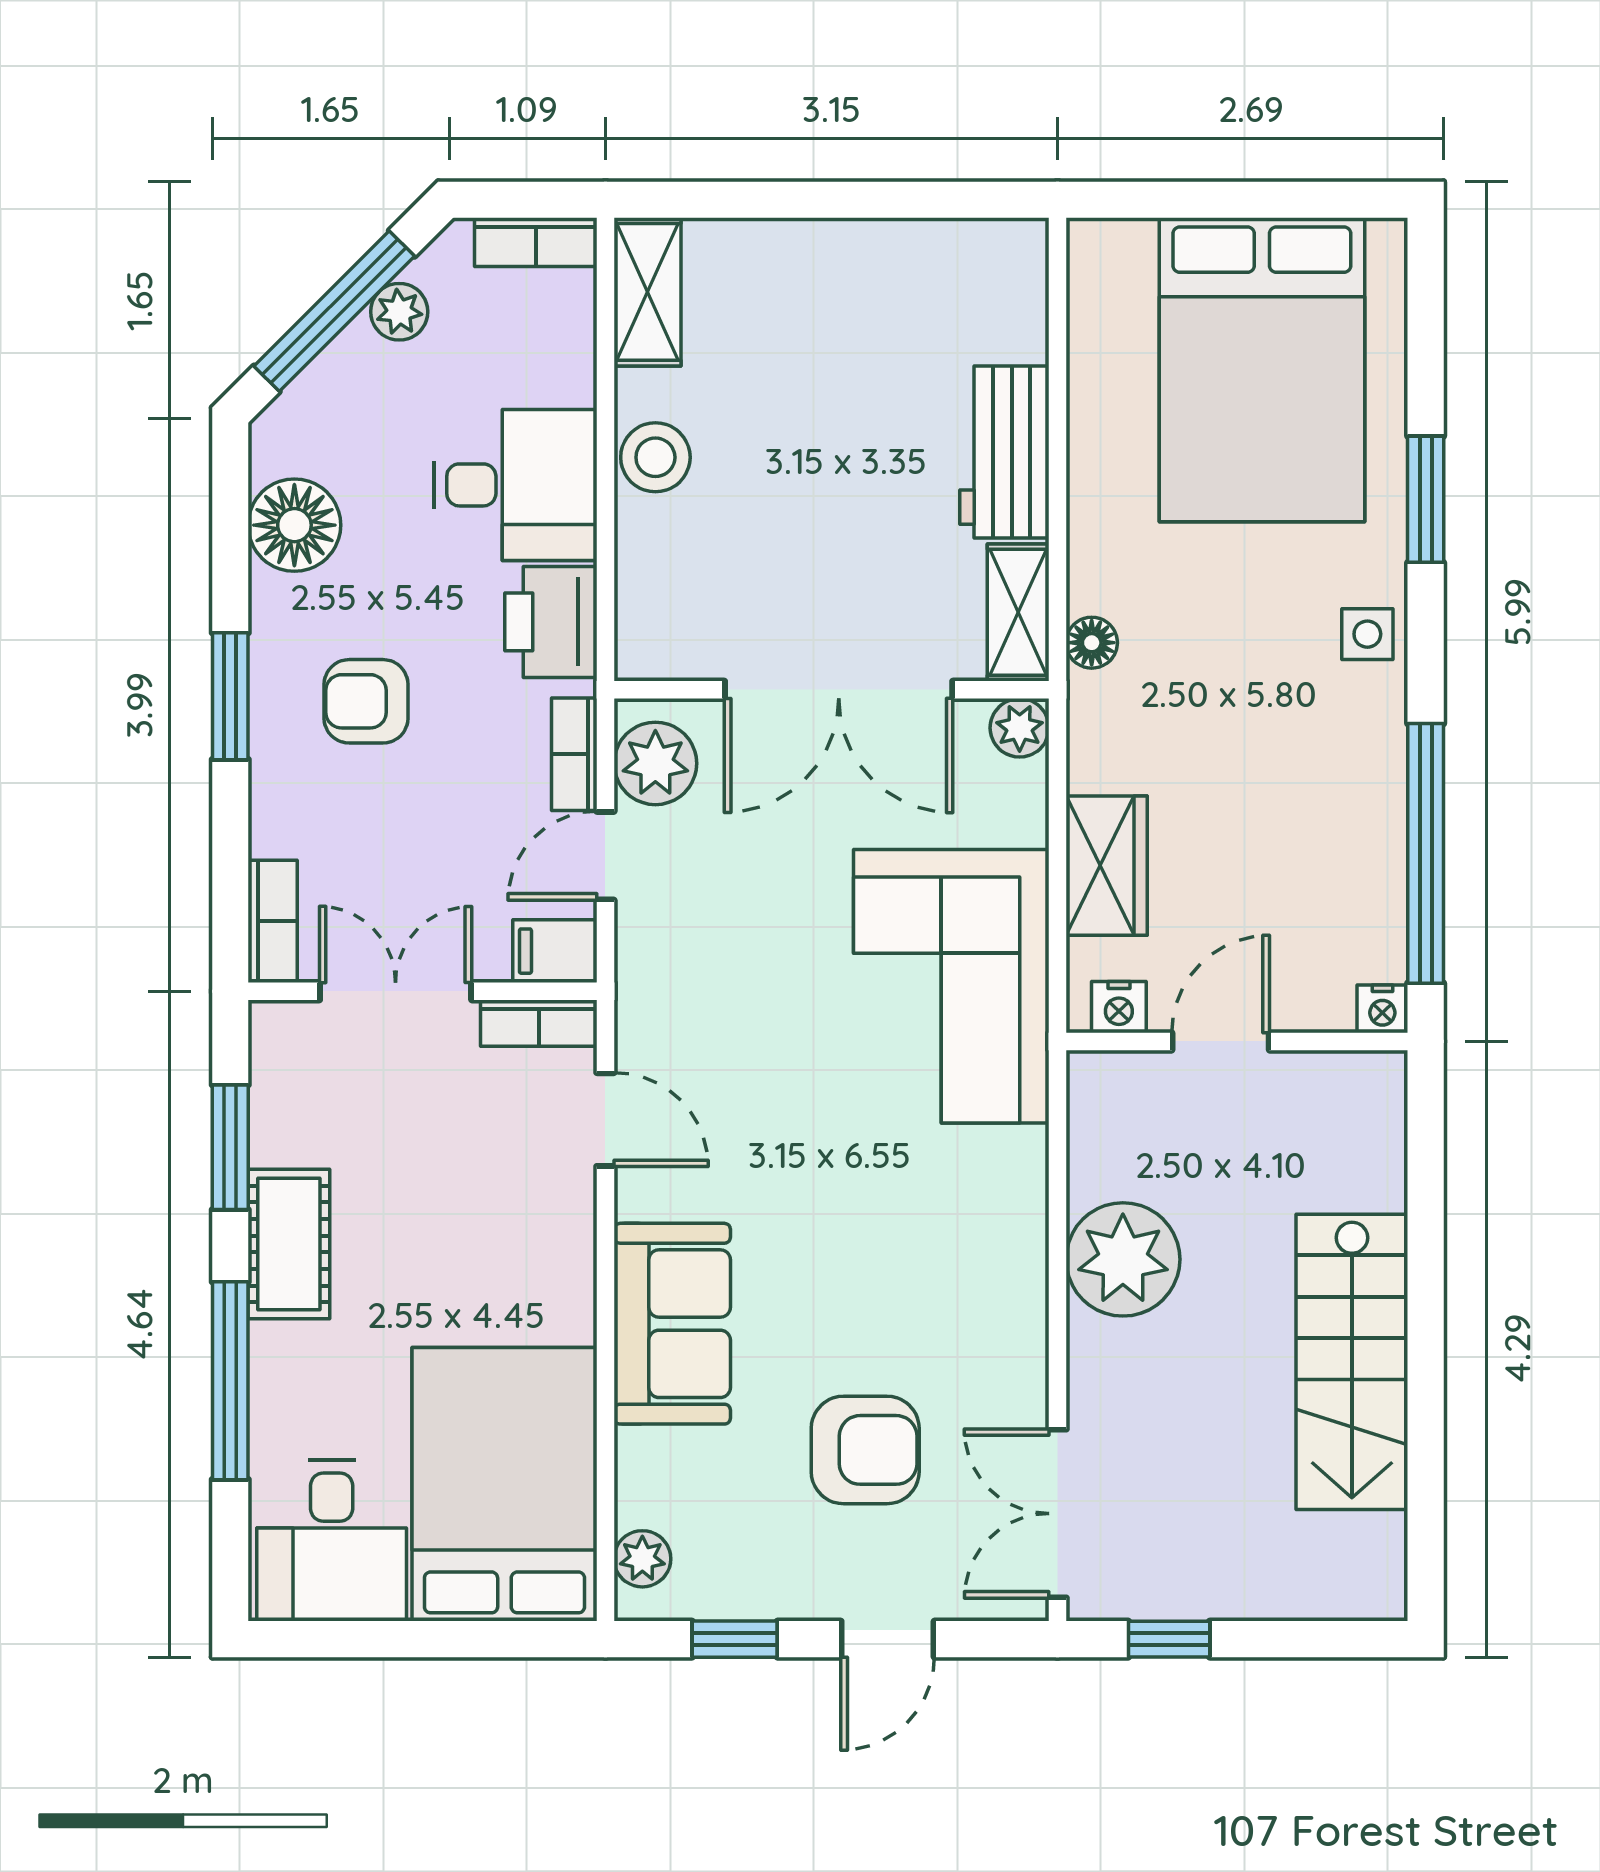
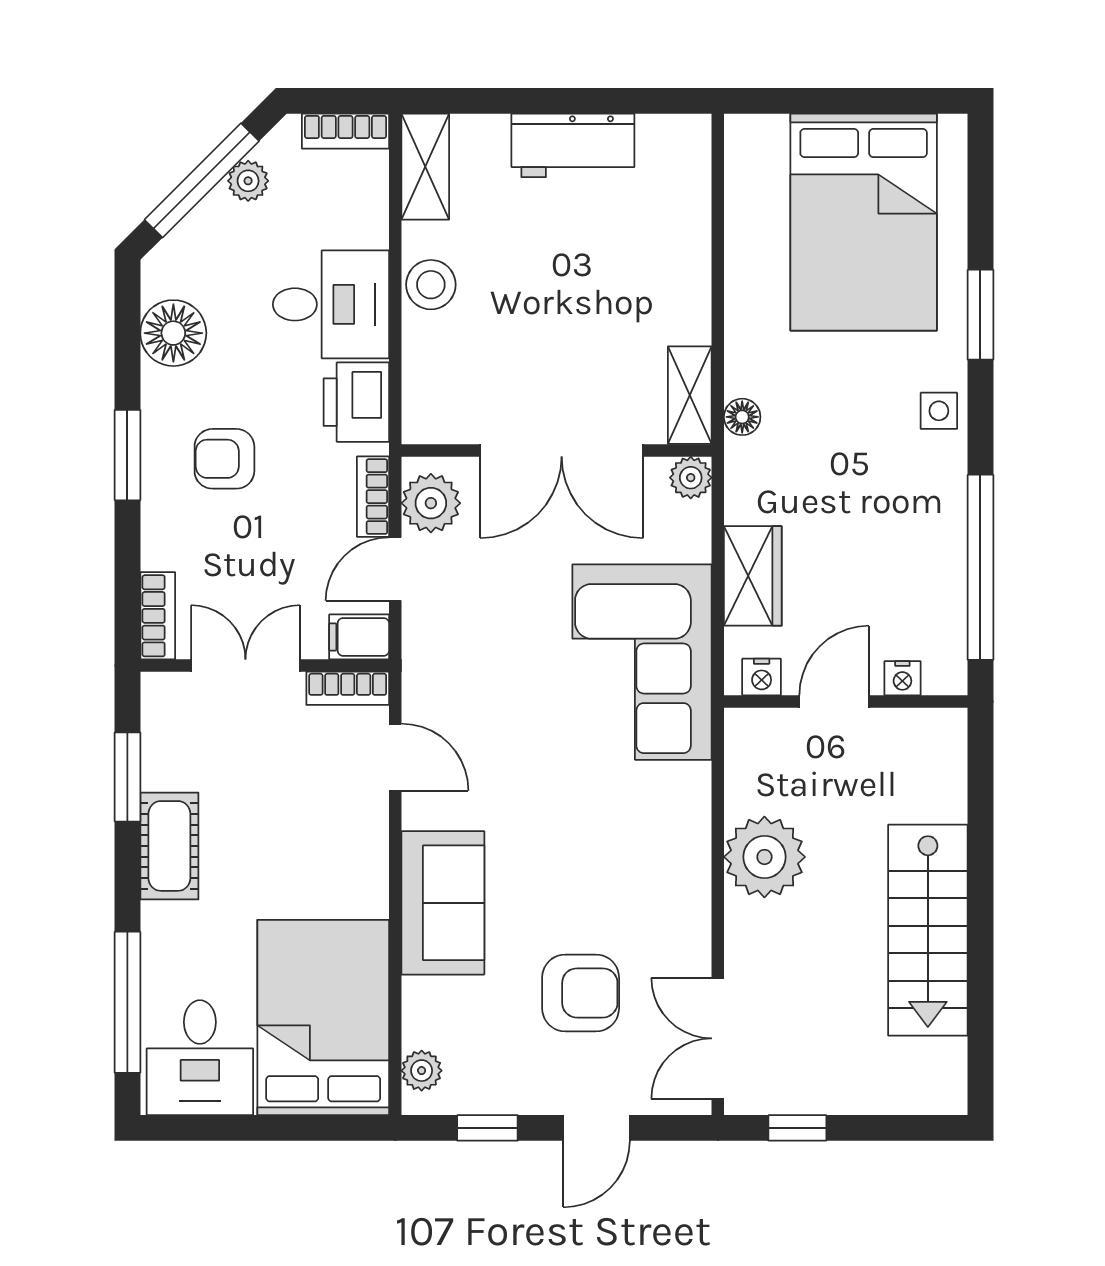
workbench: (1004, 452) -> (573, 145), moved, turned -90
nightstand: (1382, 1009) -> (902, 678), moved
window: (230, 1381) -> (127, 1002), moved

